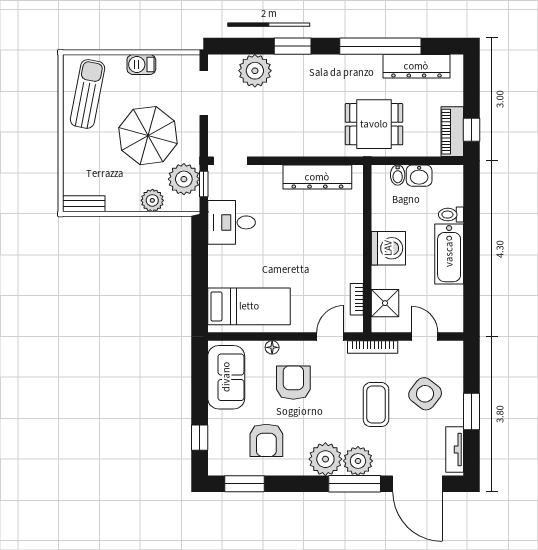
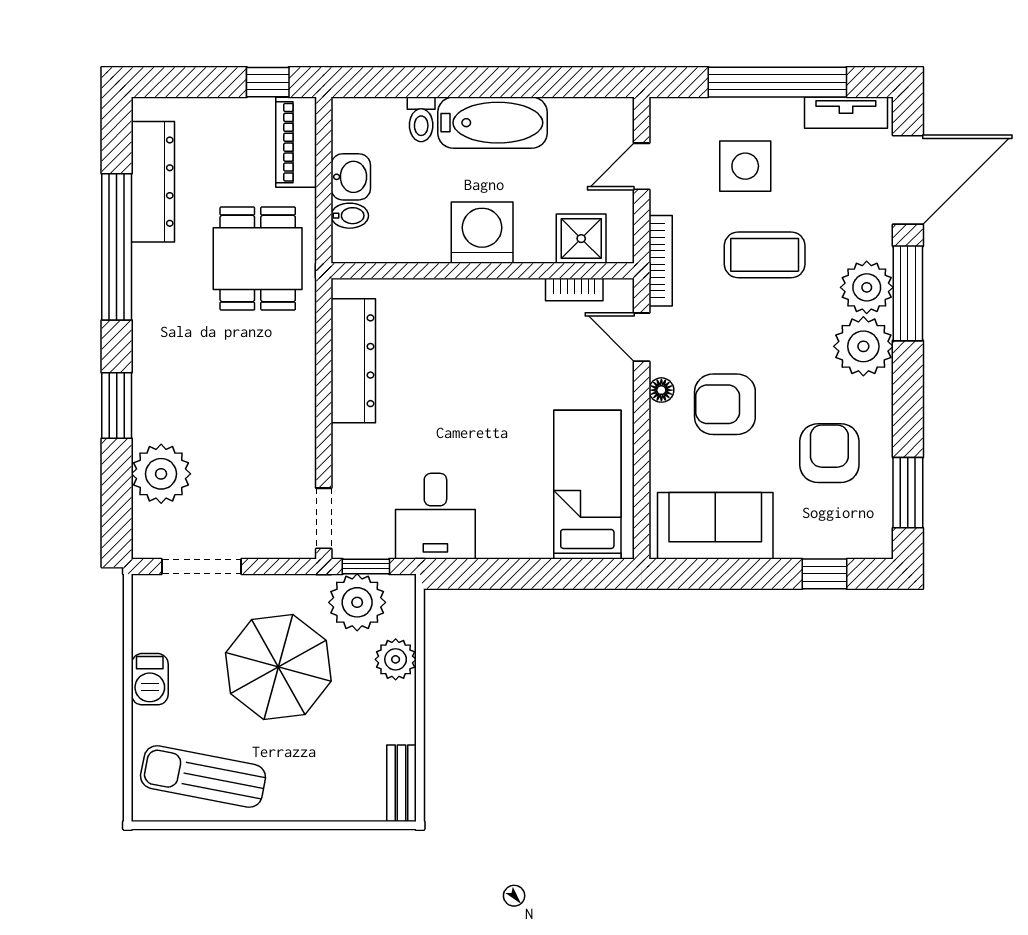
piano: (452, 132) -> (296, 142), moved, turned 90
floor lamp: (272, 347) -> (661, 390), moved
side table: (425, 394) -> (745, 166), turned -38
window: (472, 412) -> (777, 82), width x2.11
armchair: (266, 440) -> (829, 453), turned -90

